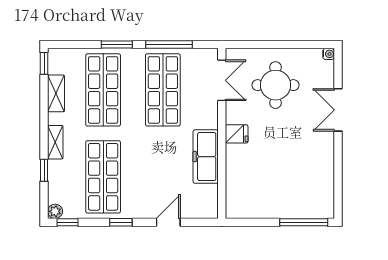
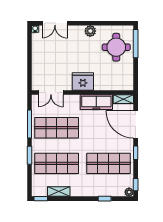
double door: (222, 80) -> (51, 93), swing flipped
round table: (275, 85) -> (116, 47), moved
double door: (338, 110) -> (55, 23), moved
fridge: (237, 134) -> (83, 81), width x1.88, depth x1.34
shelving: (55, 142) -> (123, 99), moved
plant: (325, 146) -> (90, 31), added
door: (168, 222) -> (136, 125), width x1.87

